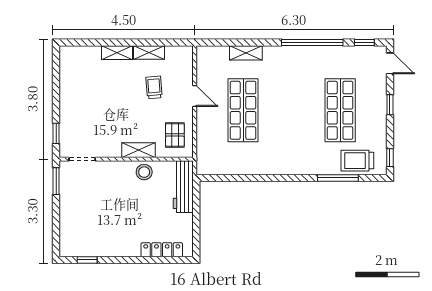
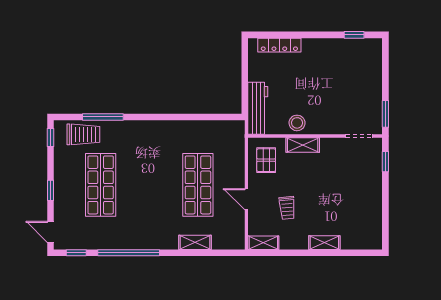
shelving: (149, 53) -> (263, 243), moved

